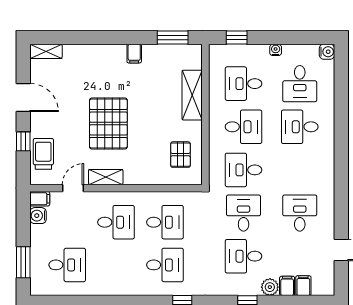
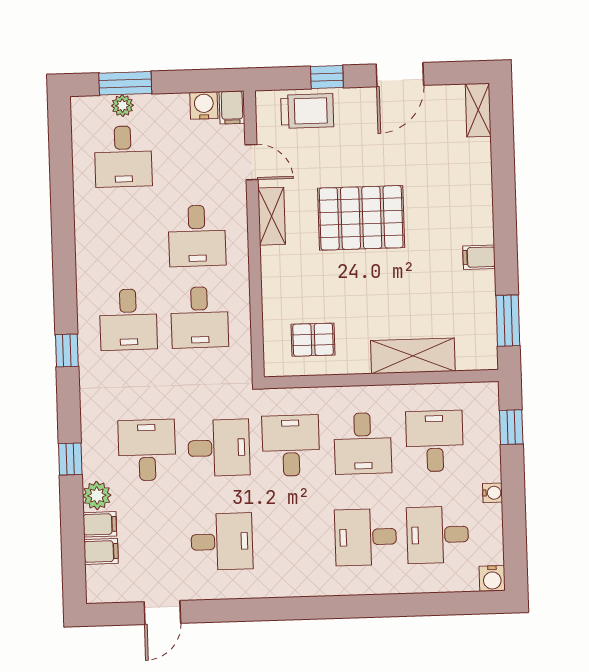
desk: (300, 127) -> (366, 537), turned -90
plant: (37, 264) -> (122, 106), added

